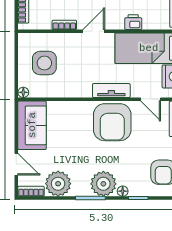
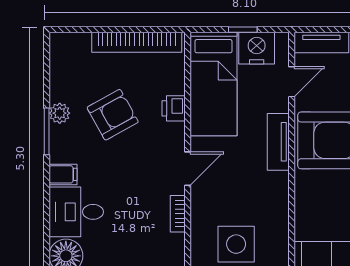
door: (94, 31) -> (188, 169), swing flipped

